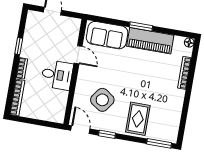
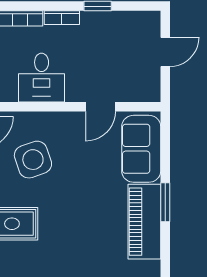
desk: (57, 75) -> (42, 78), moved
side table: (102, 100) -> (33, 160), turned 36

